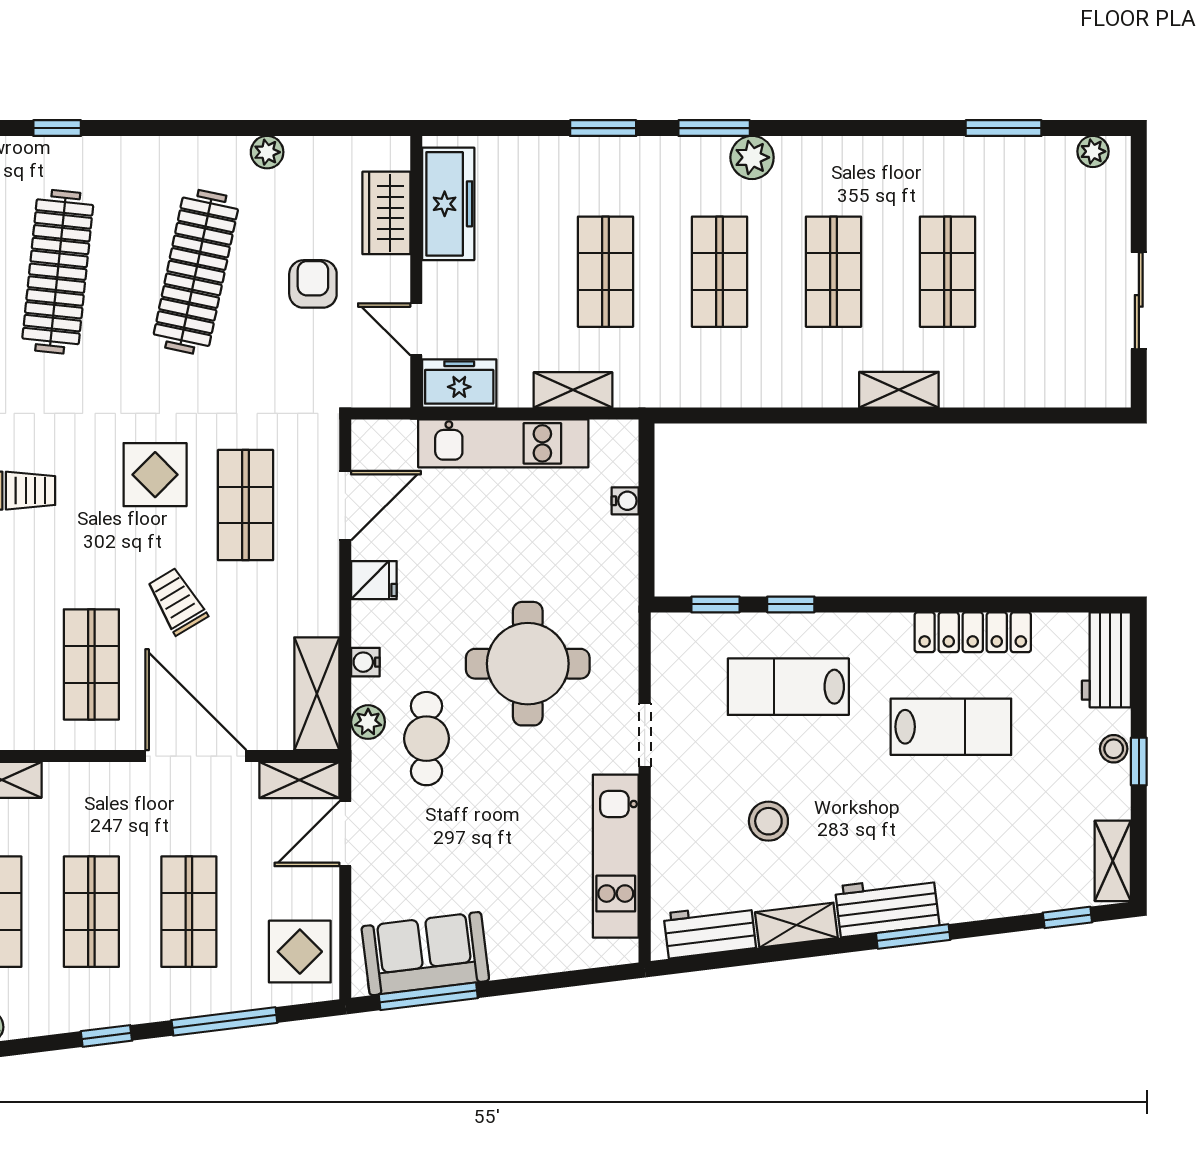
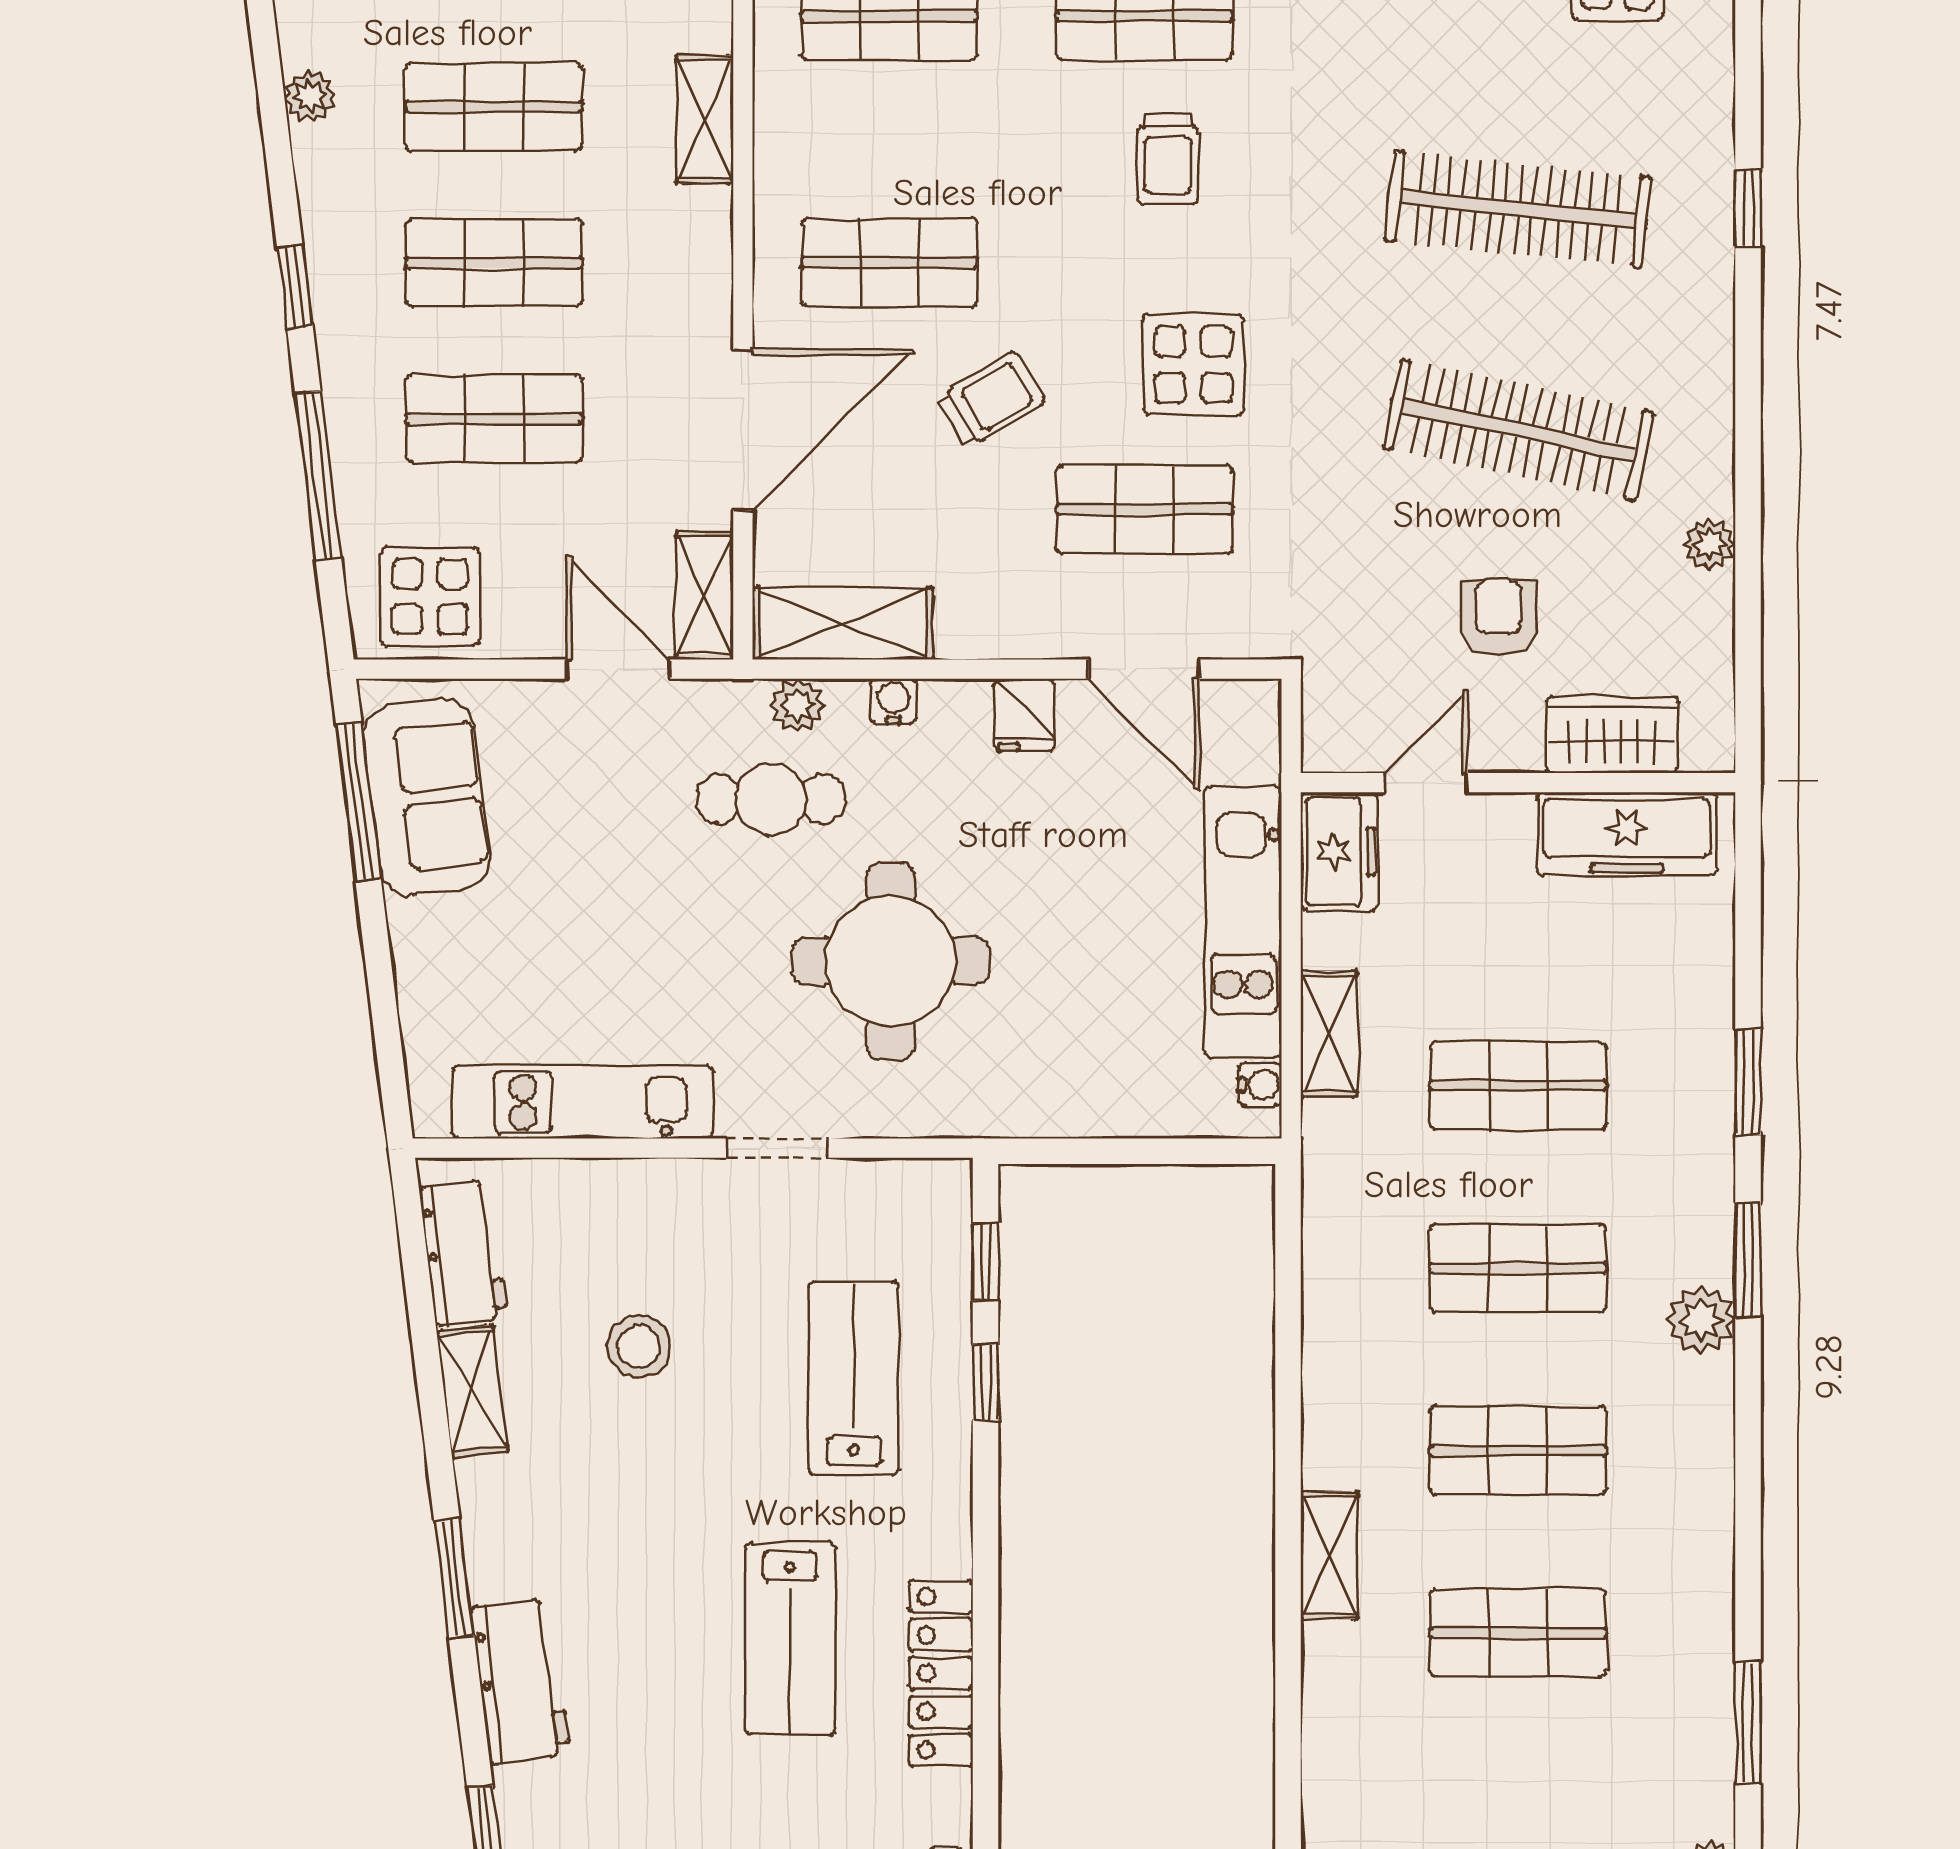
armchair: (313, 284) -> (1498, 617), turned -90
water cooler: (625, 501) -> (1260, 1085), moved, turned -90
workbench: (887, 906) -> (521, 1681), moved

